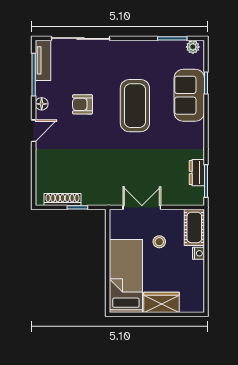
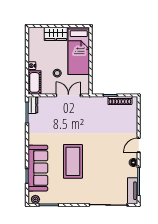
sofa: (189, 95) -> (38, 168), width x1.36
armchair: (83, 104) -> (107, 162), removed
dresser: (197, 173) -> (33, 105), moved
double door: (142, 207) -> (68, 95), swing flipped

